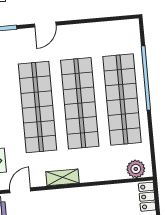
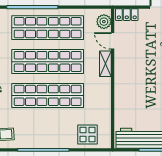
shelving: (63, 177) -> (105, 64), moved
door: (20, 190) -> (113, 41), moved

